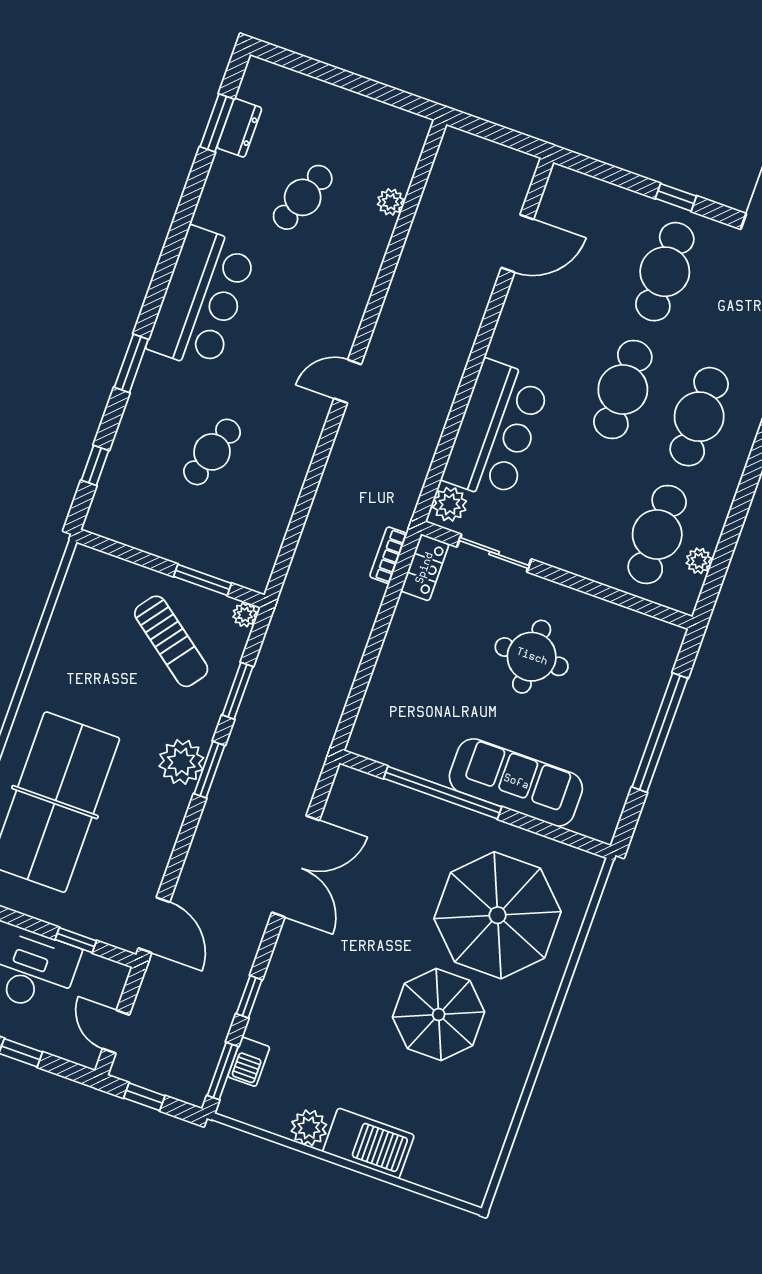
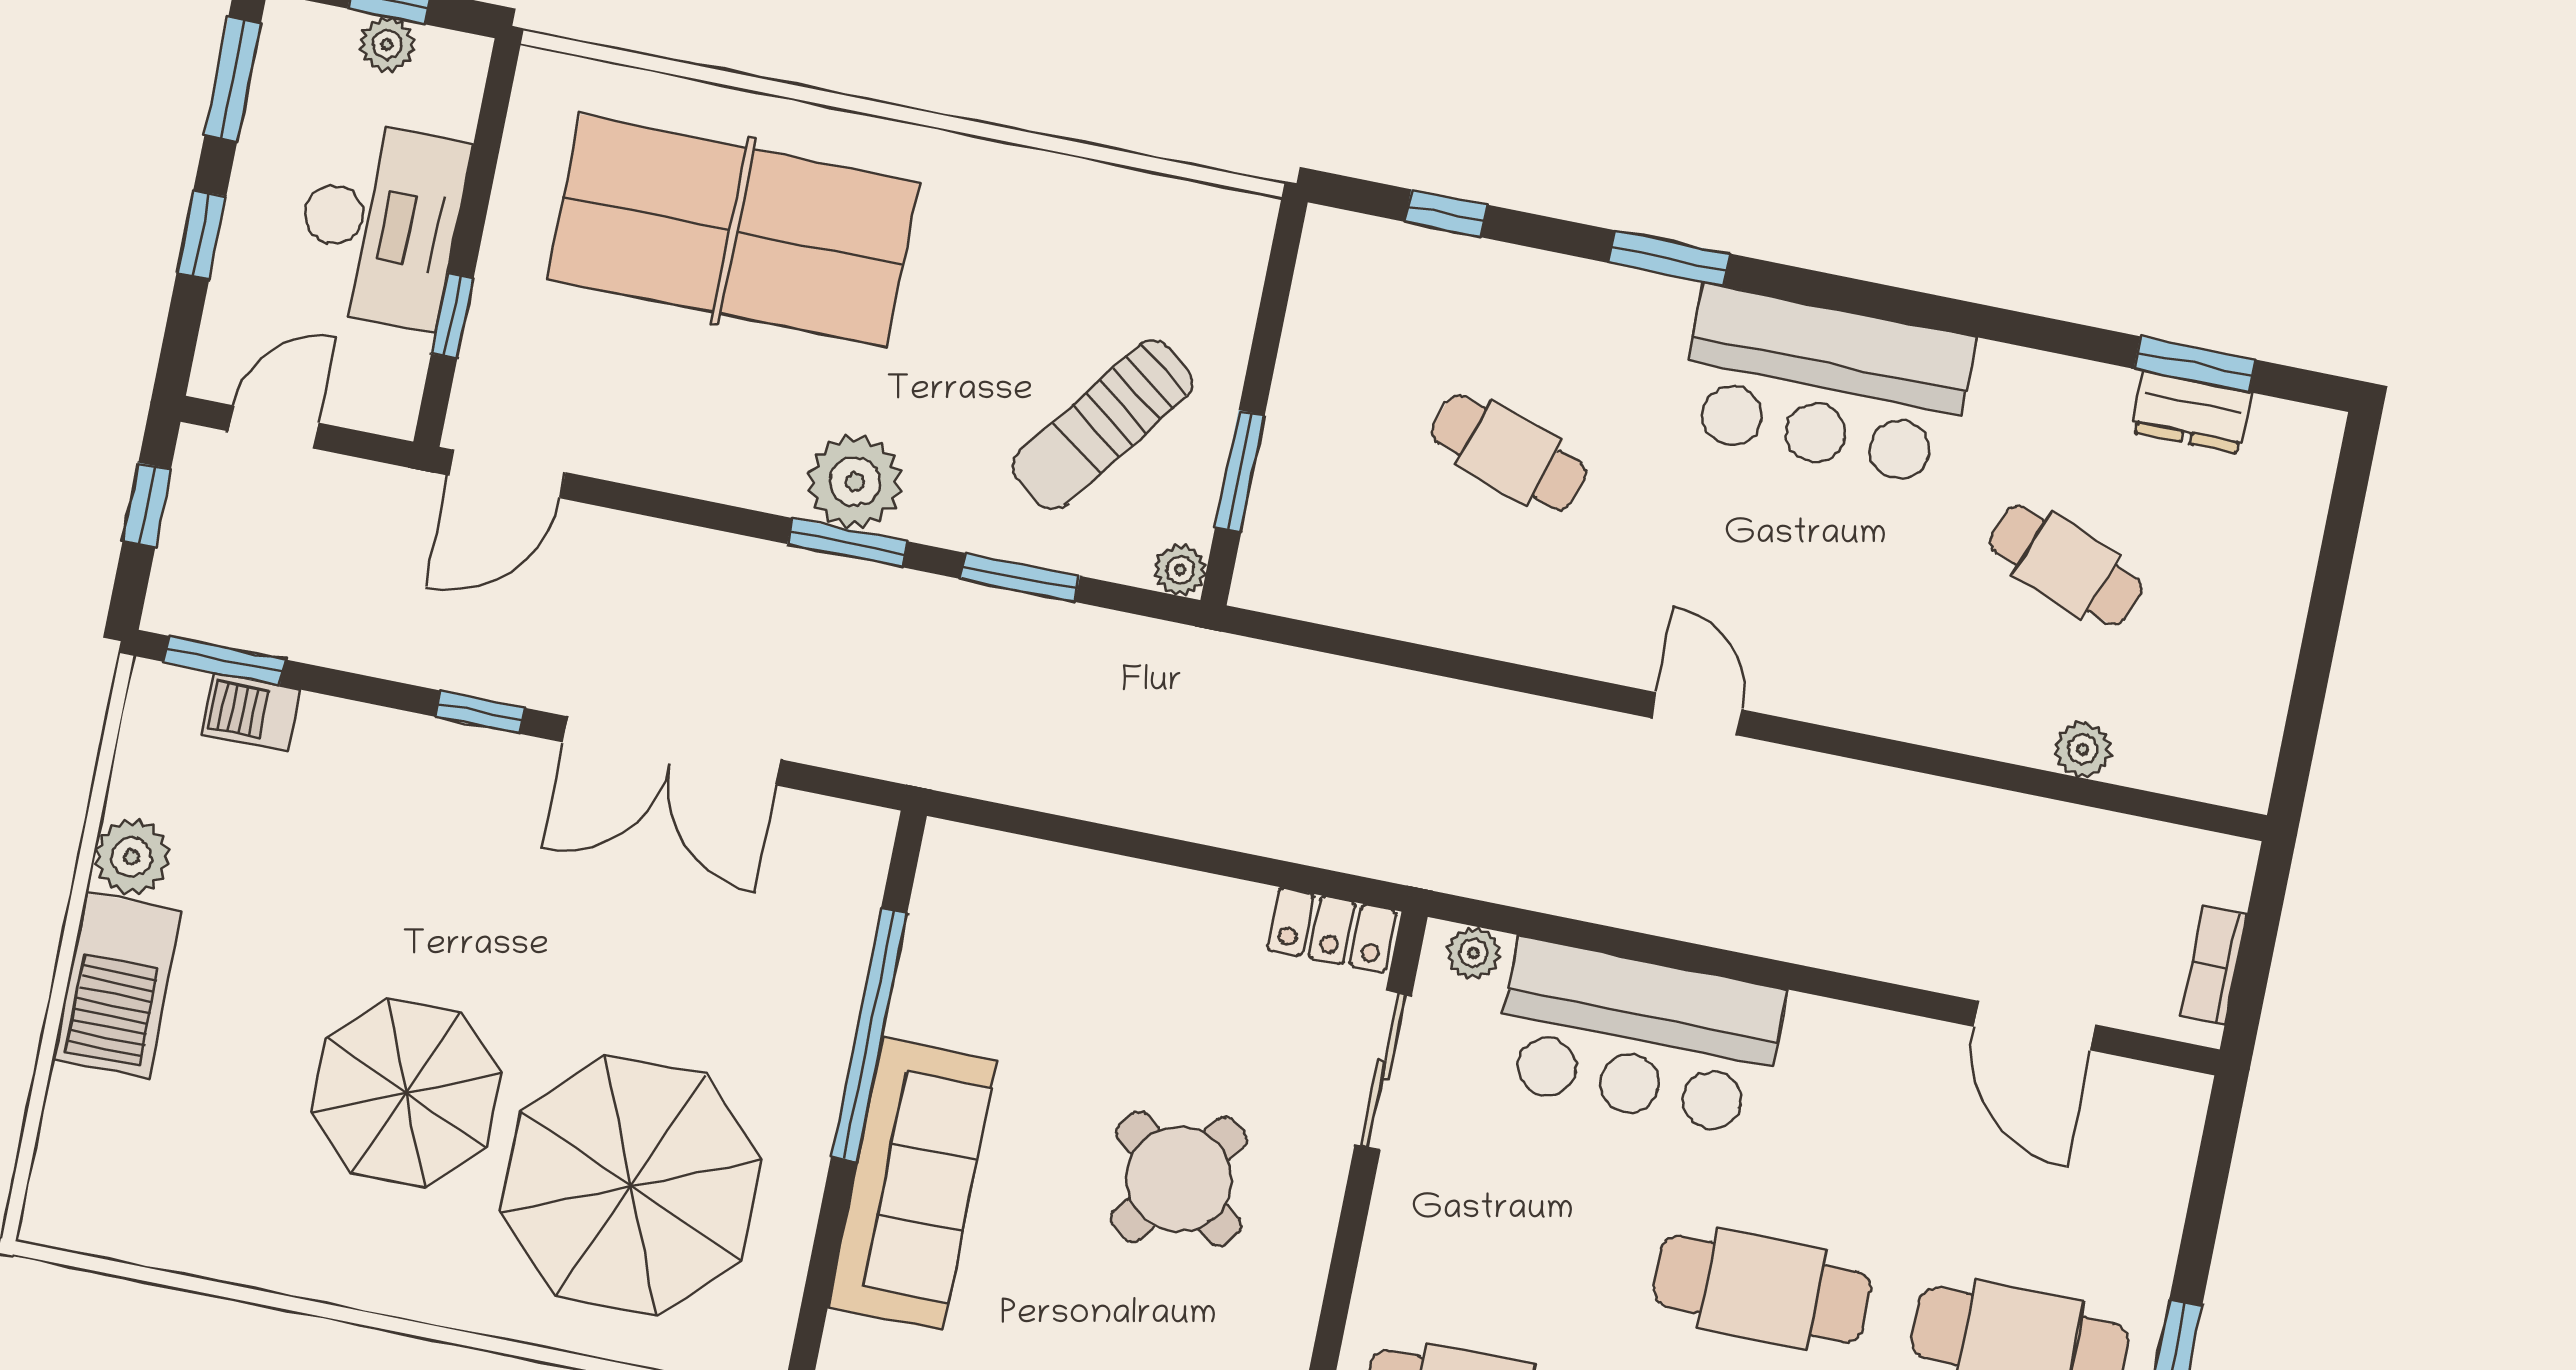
plant: (450, 504) -> (1473, 953), width x0.73, depth x0.73
bookcase: (388, 555) -> (2214, 965), moved, turned -90
round table: (532, 657) -> (1179, 1179), turned 37
window: (249, 997) -> (480, 712), moved

